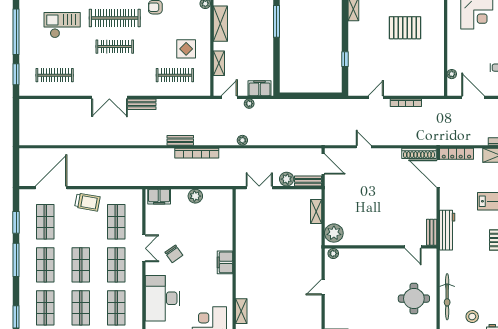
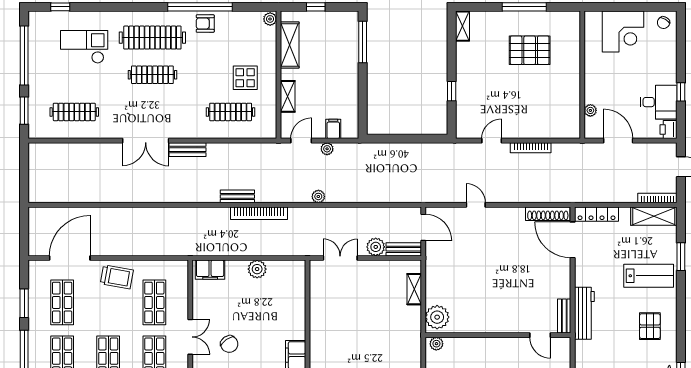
filing cabinet: (260, 88) -> (333, 129), width x0.50

